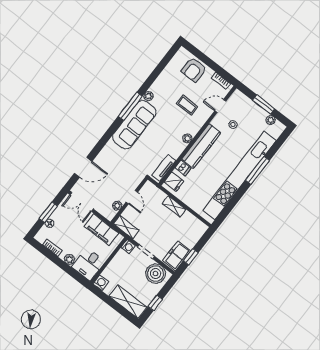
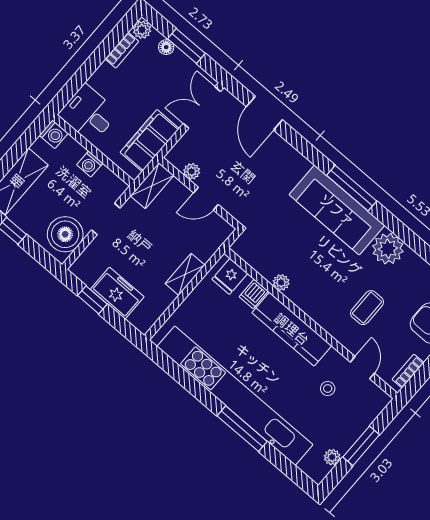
plant: (148, 96) -> (388, 249), width x1.88, depth x1.88
window: (130, 106) -> (352, 188), moved
plant: (187, 138) -> (281, 282), moved
tv unit: (164, 168) -> (256, 259), removed
washing machine: (128, 247) -> (90, 164), moved
freezer: (177, 256) -> (117, 293), moved
plant: (70, 259) -> (142, 30), moved

